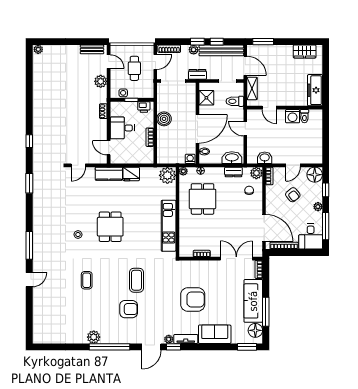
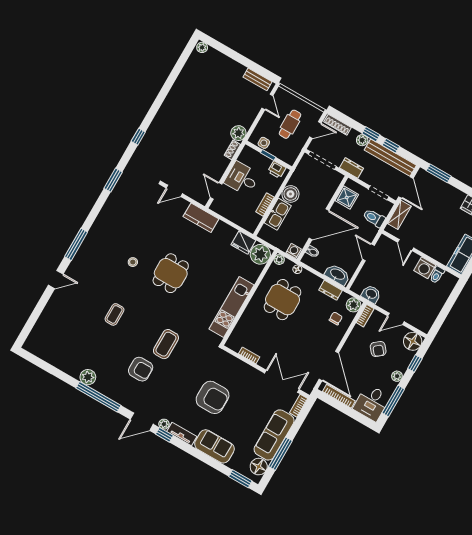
plant: (101, 81) -> (238, 133), moved
kitchen sink: (163, 139) -> (278, 214), added
fridge: (131, 174) -> (243, 243), moved

